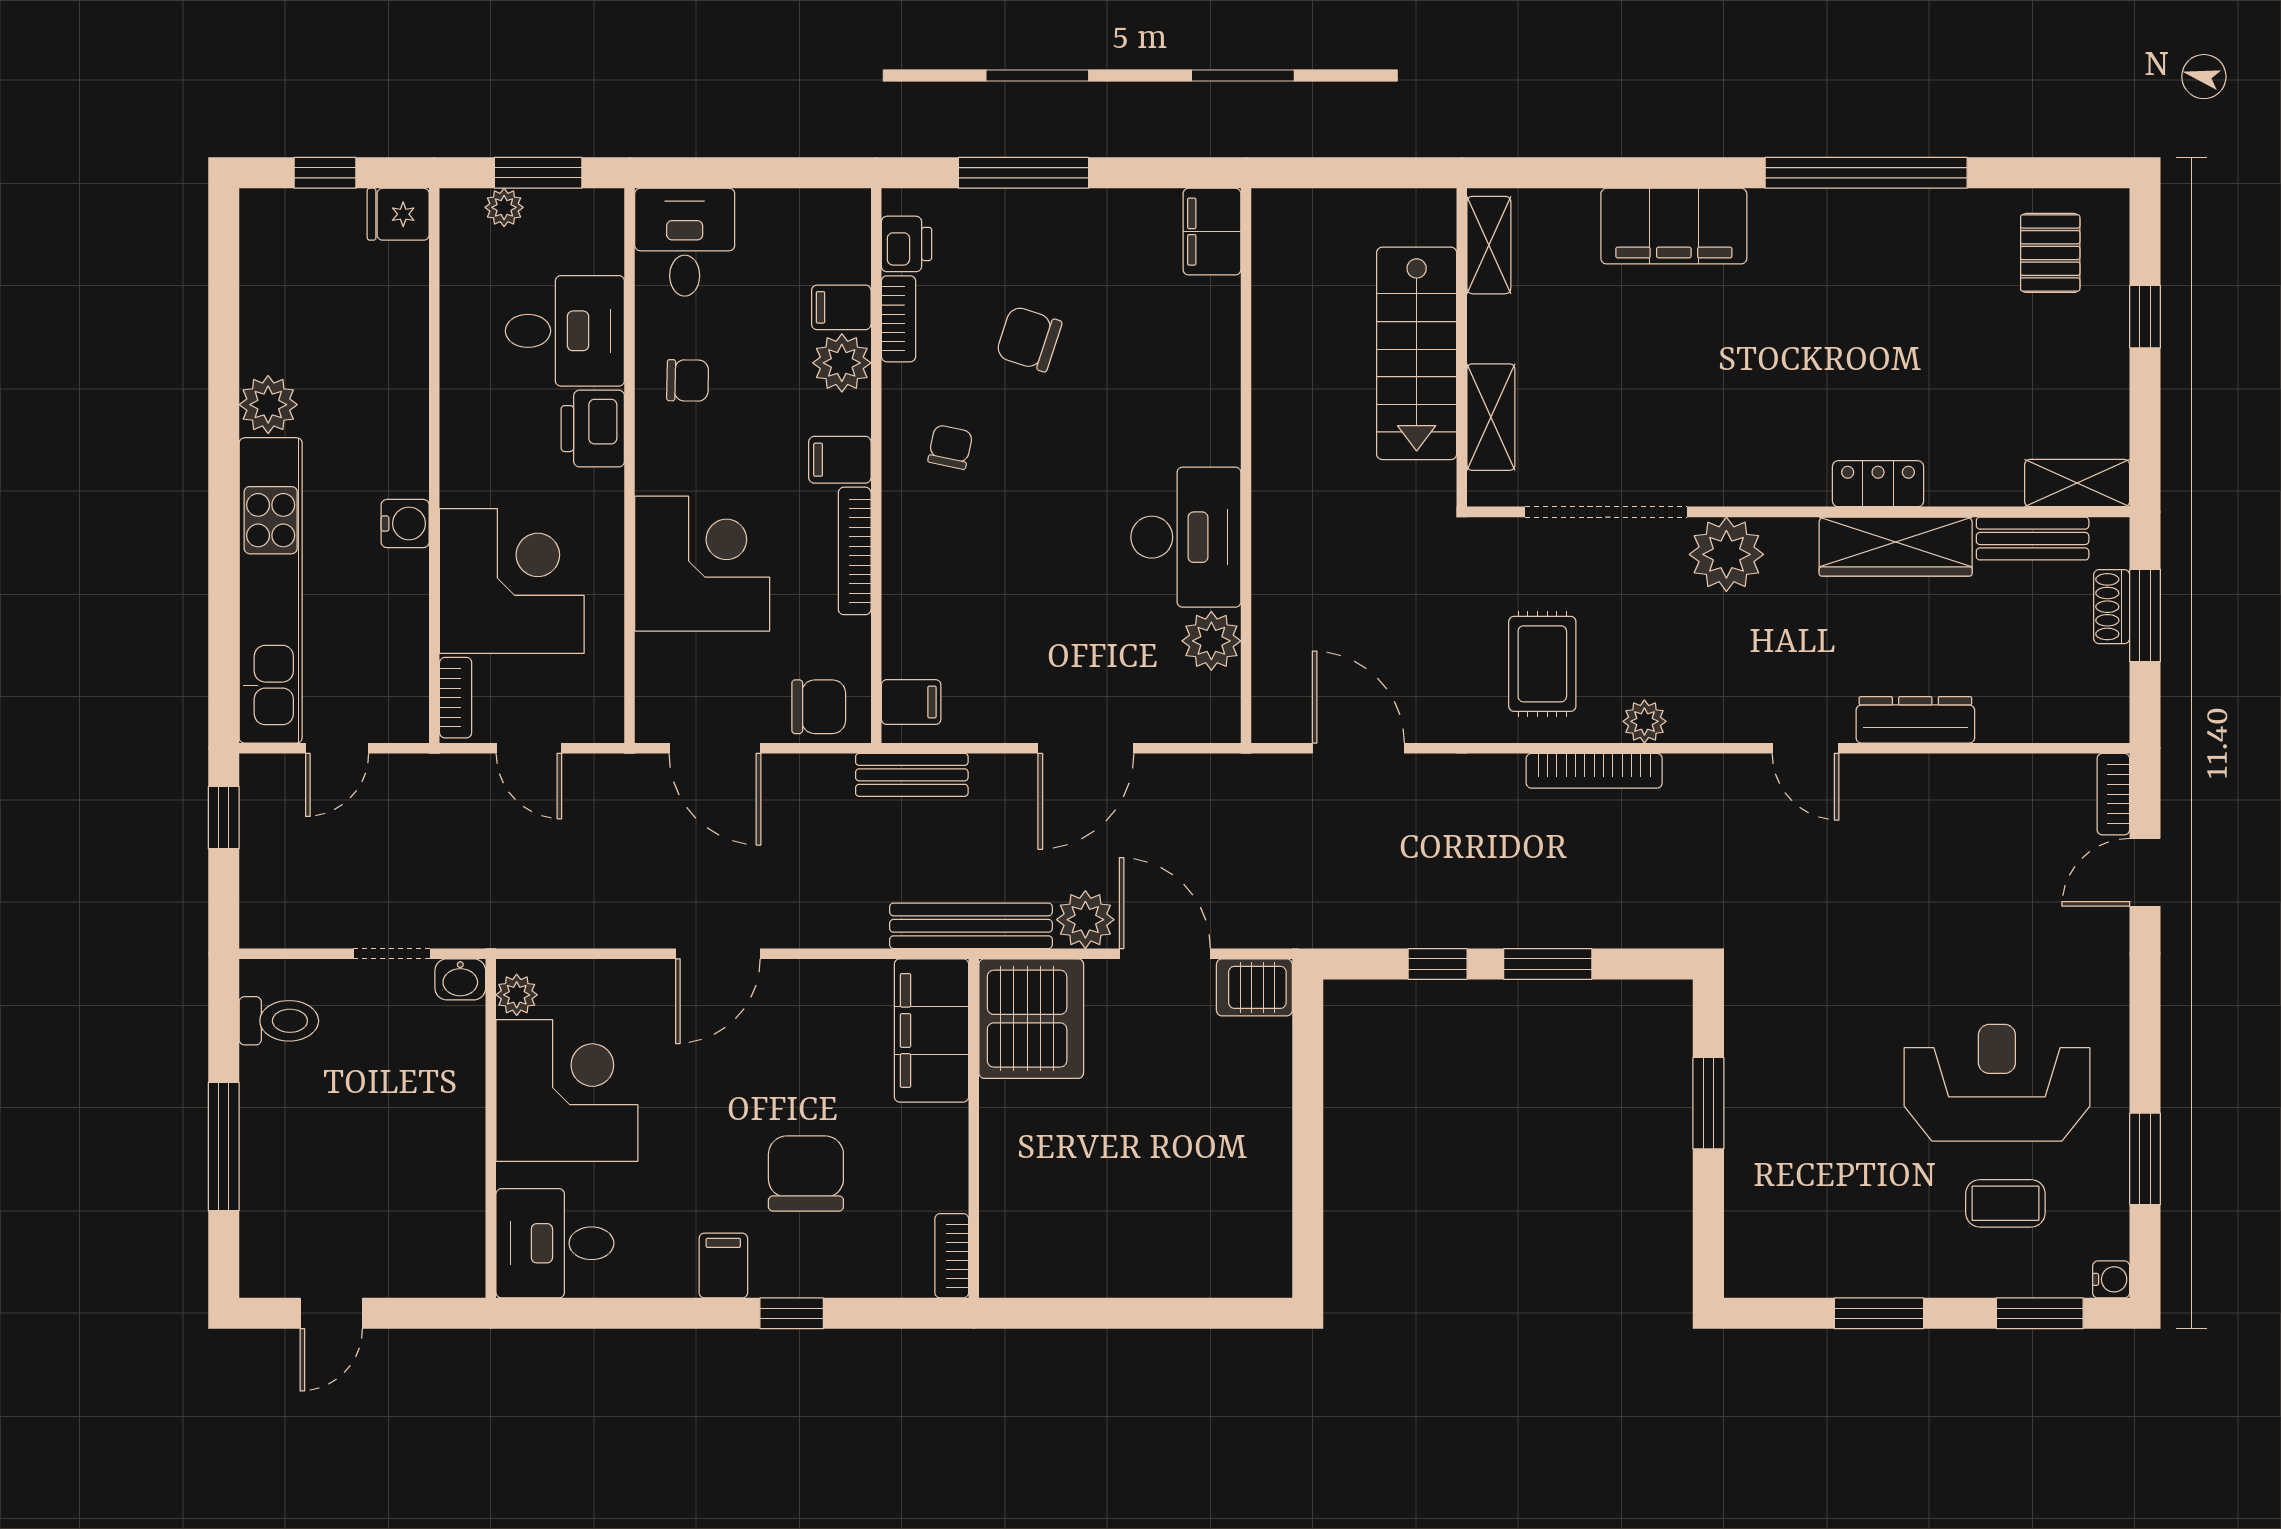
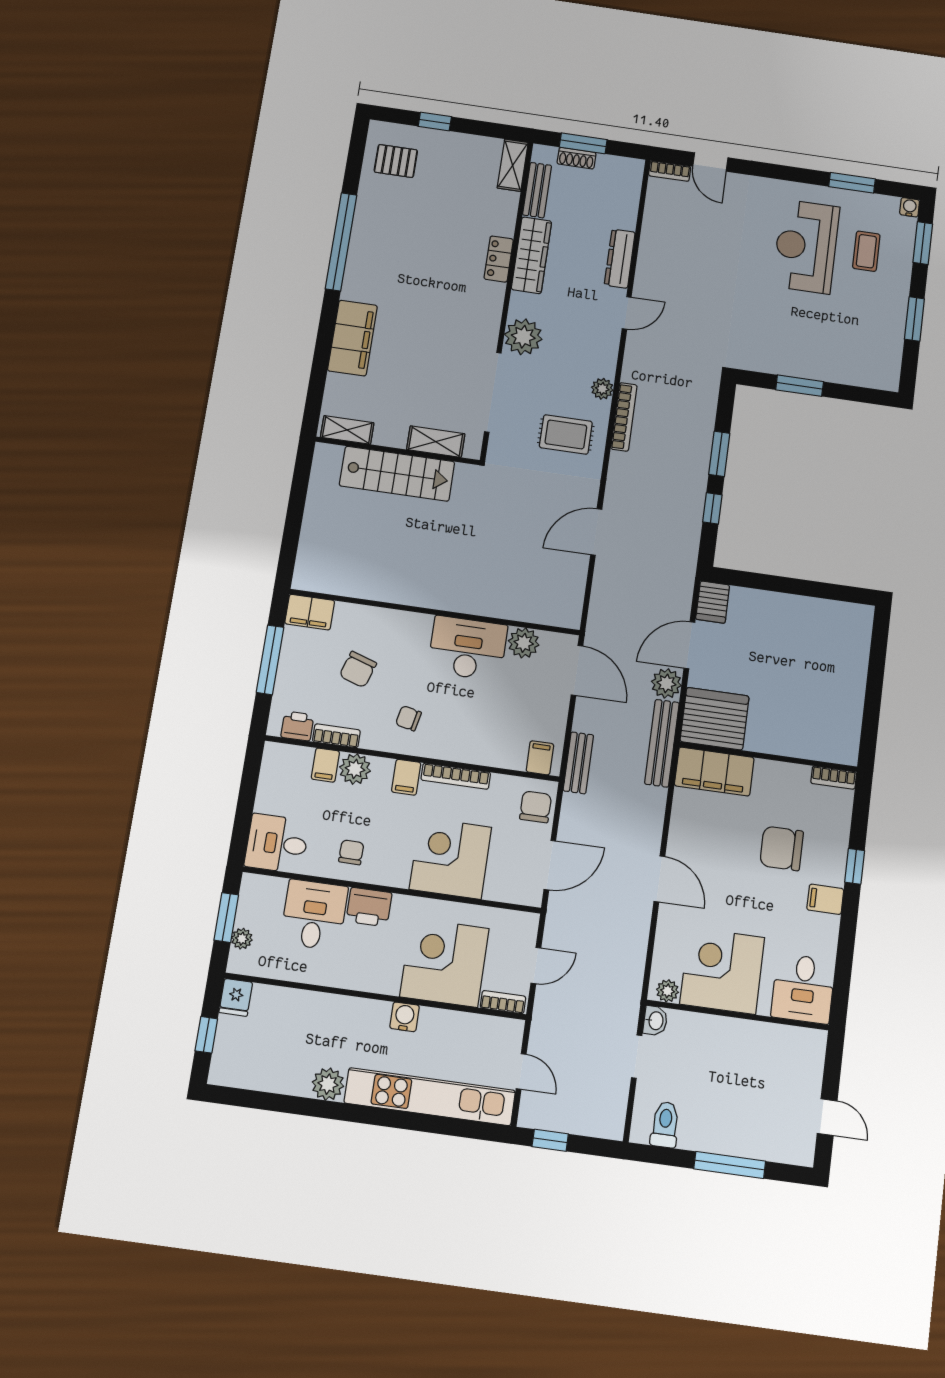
filing cabinet: (1212, 232) -> (310, 612), moved
wall: (1246, 466) -> (435, 612), moved
desk: (1186, 537) -> (468, 648), moved
plant: (1211, 641) -> (524, 643), moved

